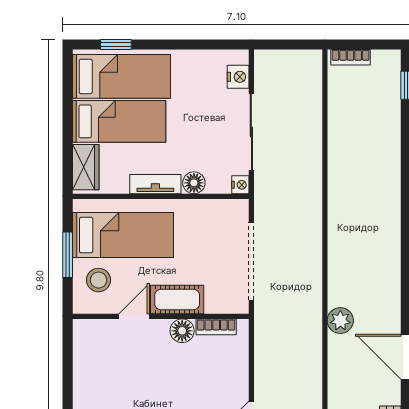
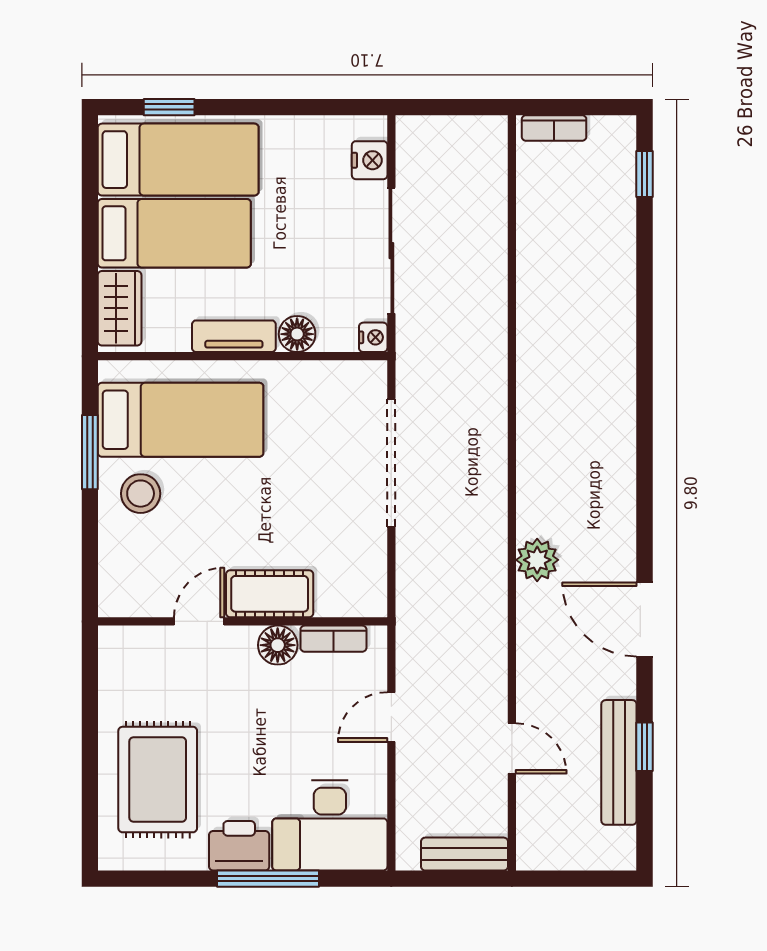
cot: (177, 299) -> (270, 594), moved
door: (134, 316) -> (199, 621), moved
wall: (161, 316) -> (243, 621), moved
bookcase: (216, 327) -> (333, 639), moved
floor lamp: (182, 331) -> (278, 645), moved

